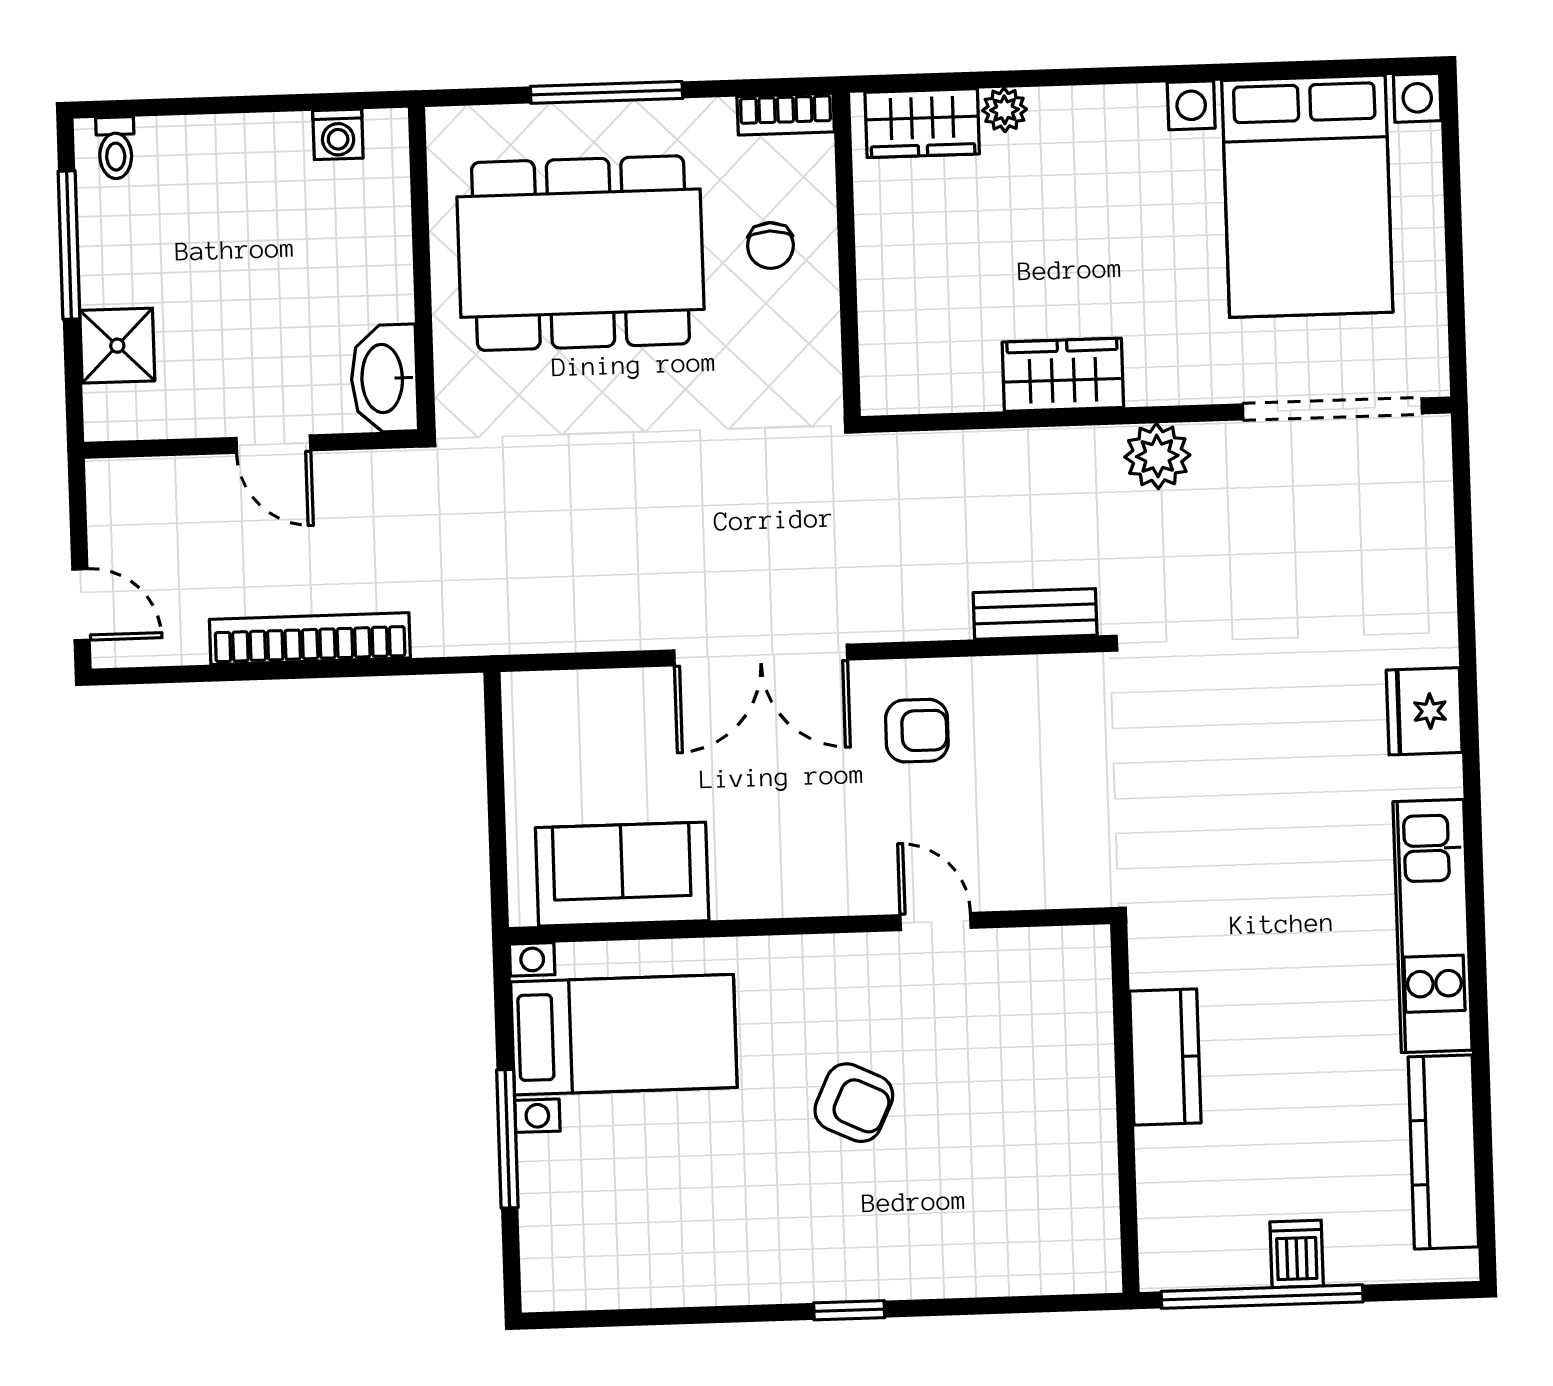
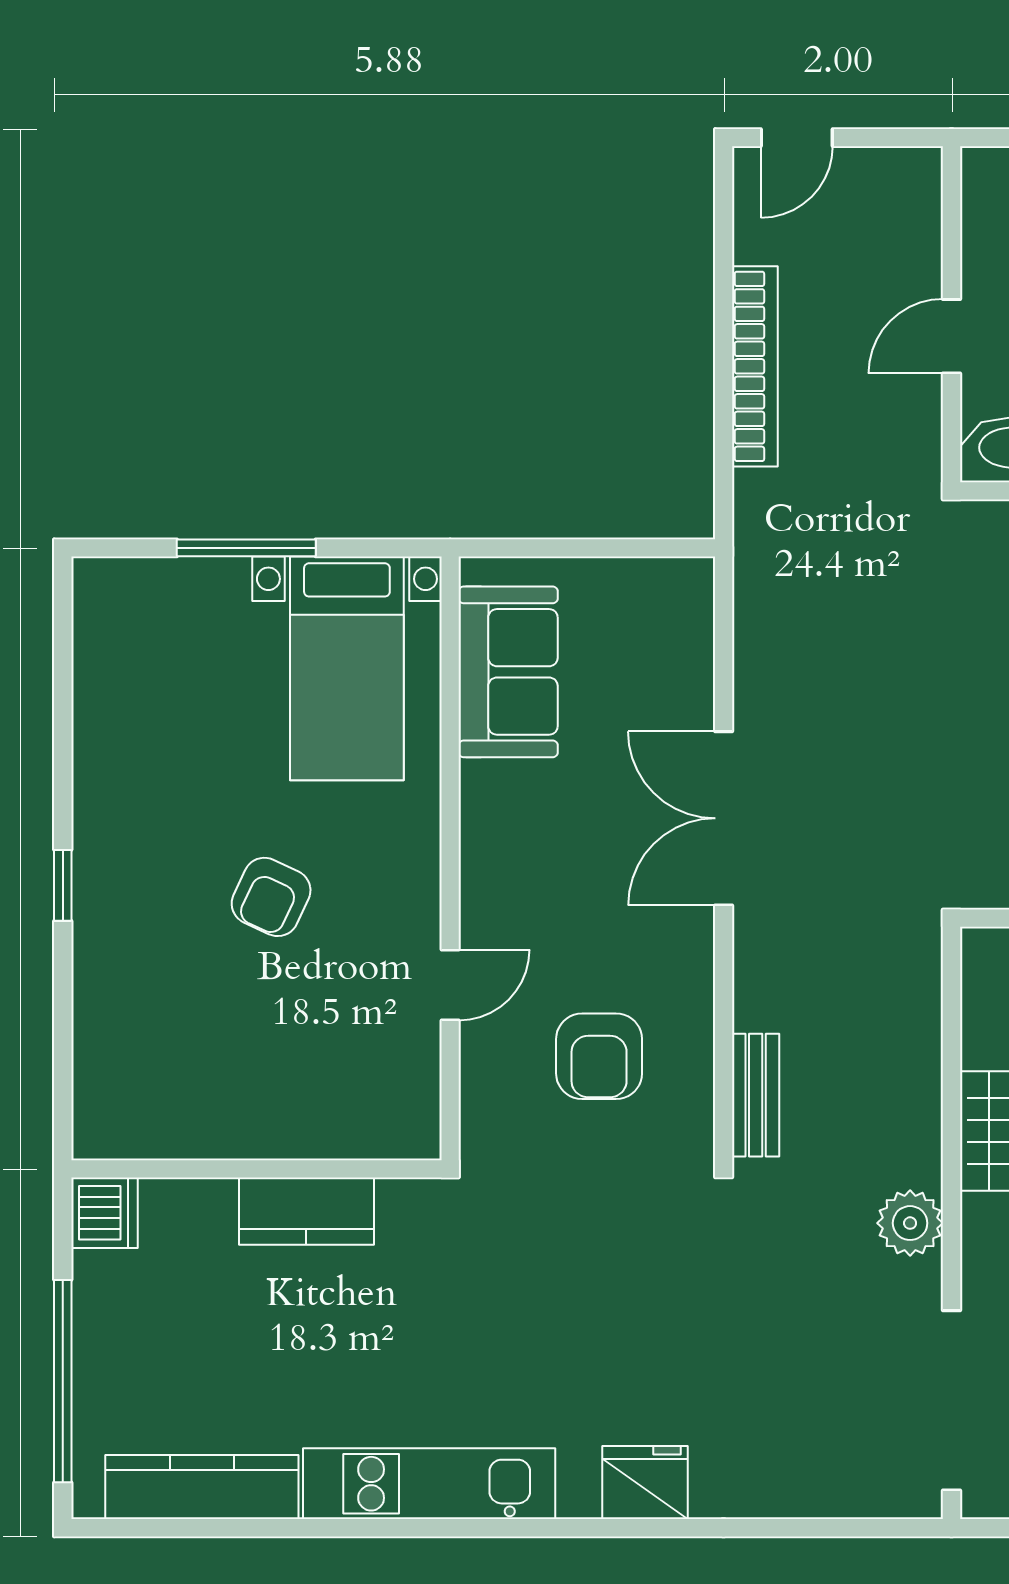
armchair: (917, 731) -> (599, 1056), moved, width x1.38, depth x1.38
dishwasher: (1297, 1254) -> (104, 1213), moved, width x1.38
window: (1262, 1297) -> (63, 1381), moved

